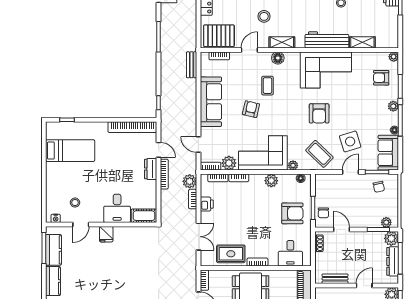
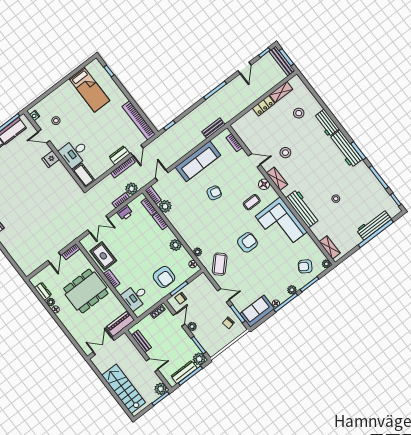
pallet: (219, 36) -> (248, 132), removed
shelving: (362, 42) -> (330, 247), moved
armchair: (381, 78) -> (305, 266), turned -58
coffee table: (267, 86) -> (252, 202), moved
armchair: (319, 113) -> (247, 242), turned 180
side table: (350, 141) -> (245, 279), removed
corner sofa: (263, 153) -> (190, 224), removed
plant: (386, 222) -> (192, 327), moved

